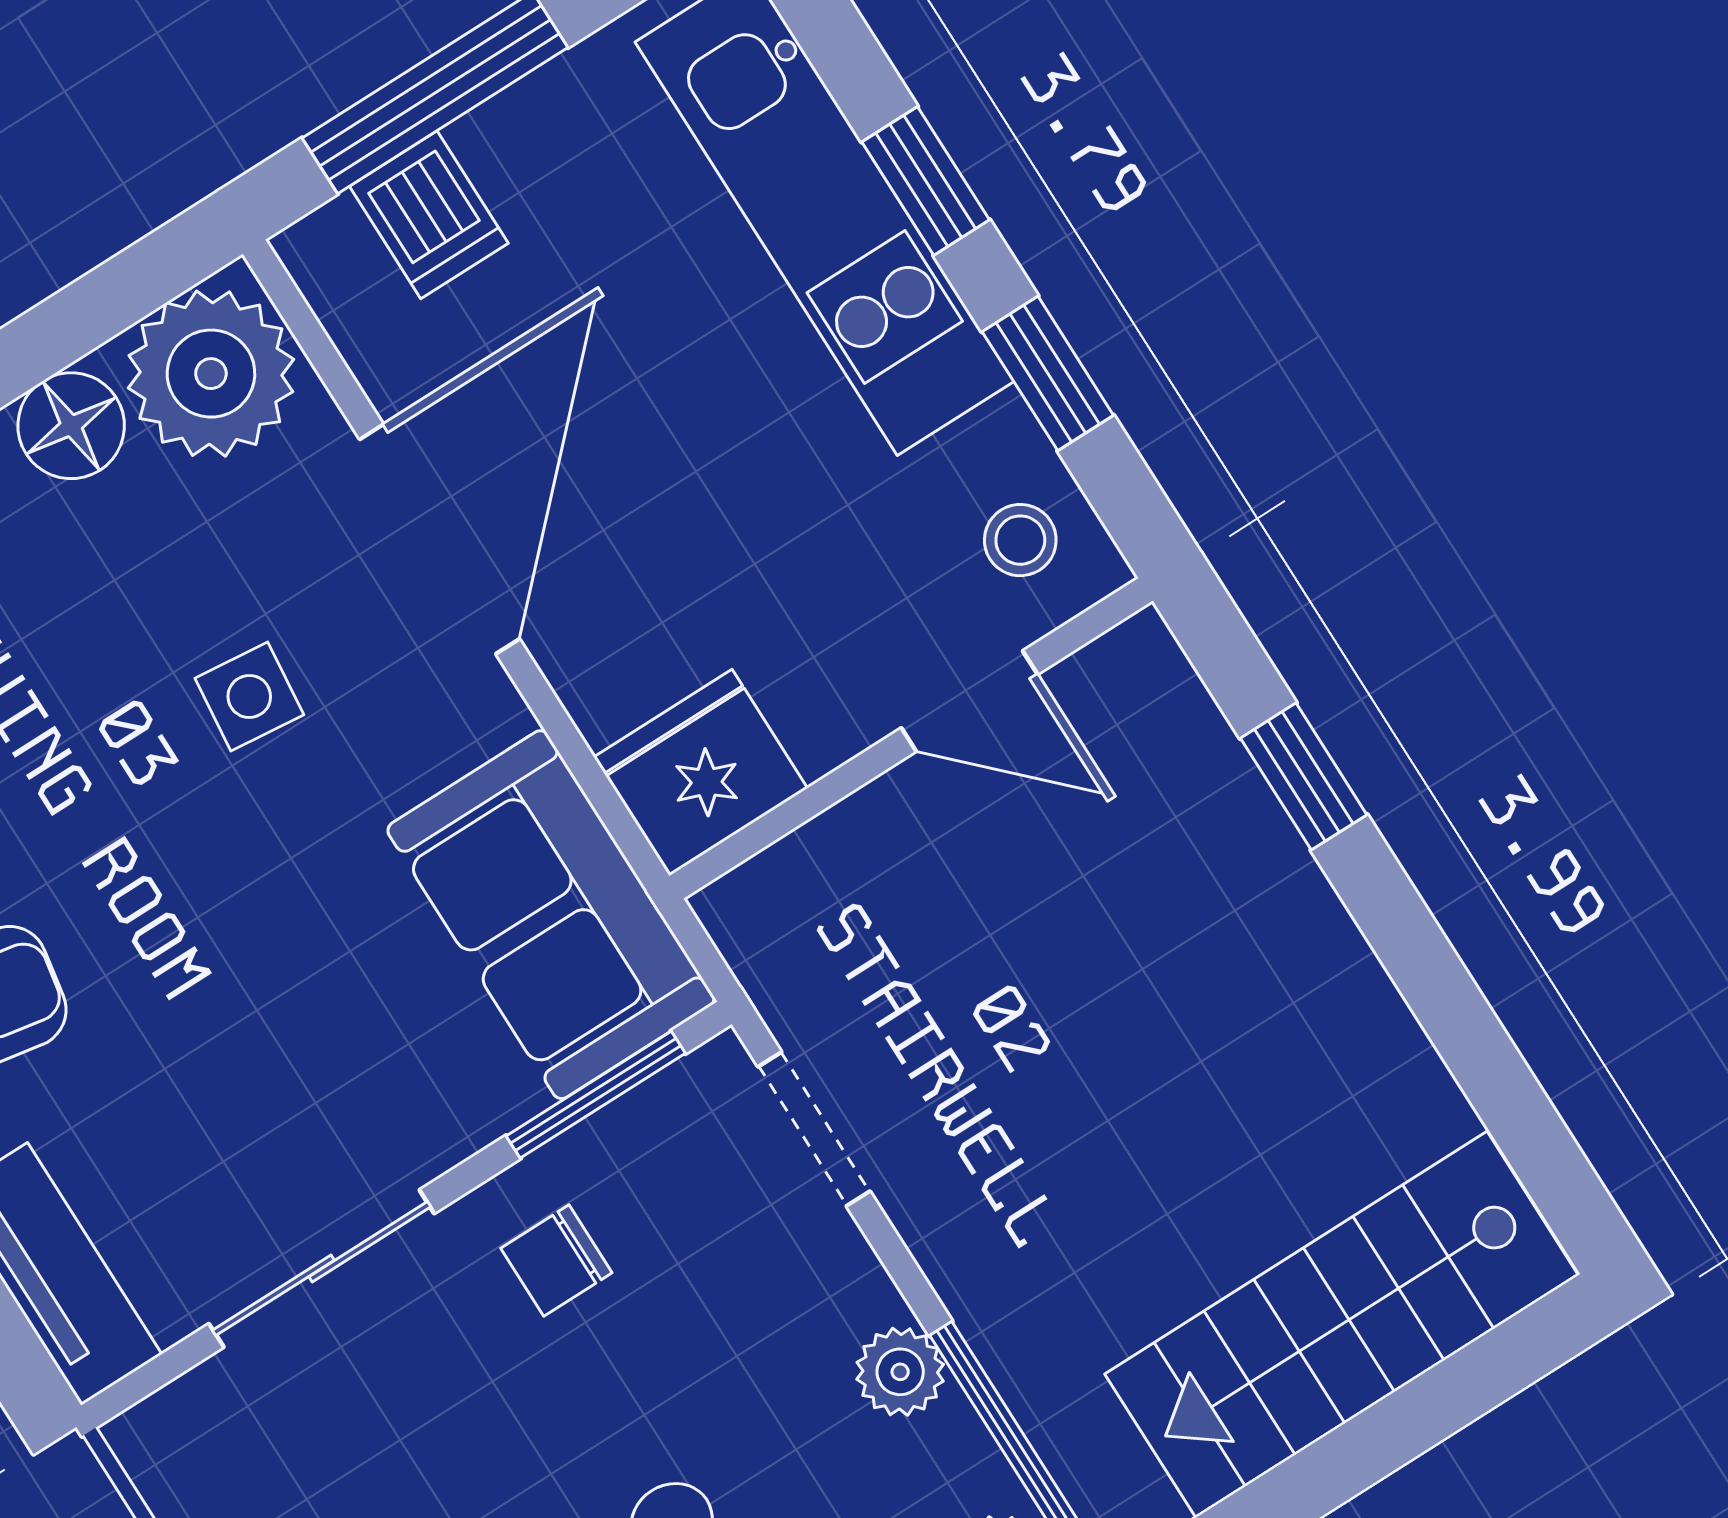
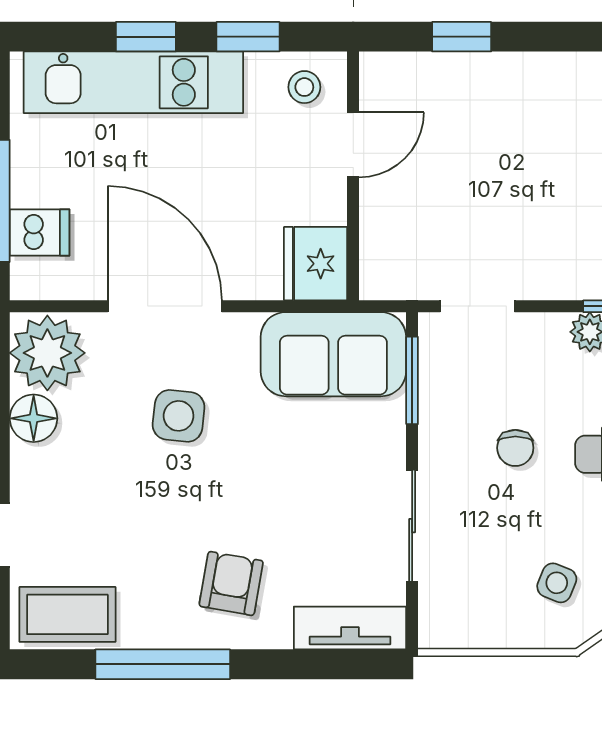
side table: (249, 696) -> (179, 416), width x1.37, depth x1.37
chair: (556, 1261) -> (515, 448), moved

